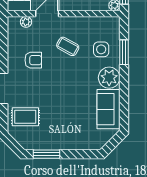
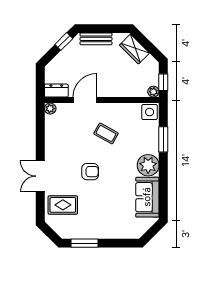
plant: (26, 22) -> (50, 109), moved
side table: (101, 49) -> (150, 112), moved
armchair: (33, 60) -> (90, 172), moved

